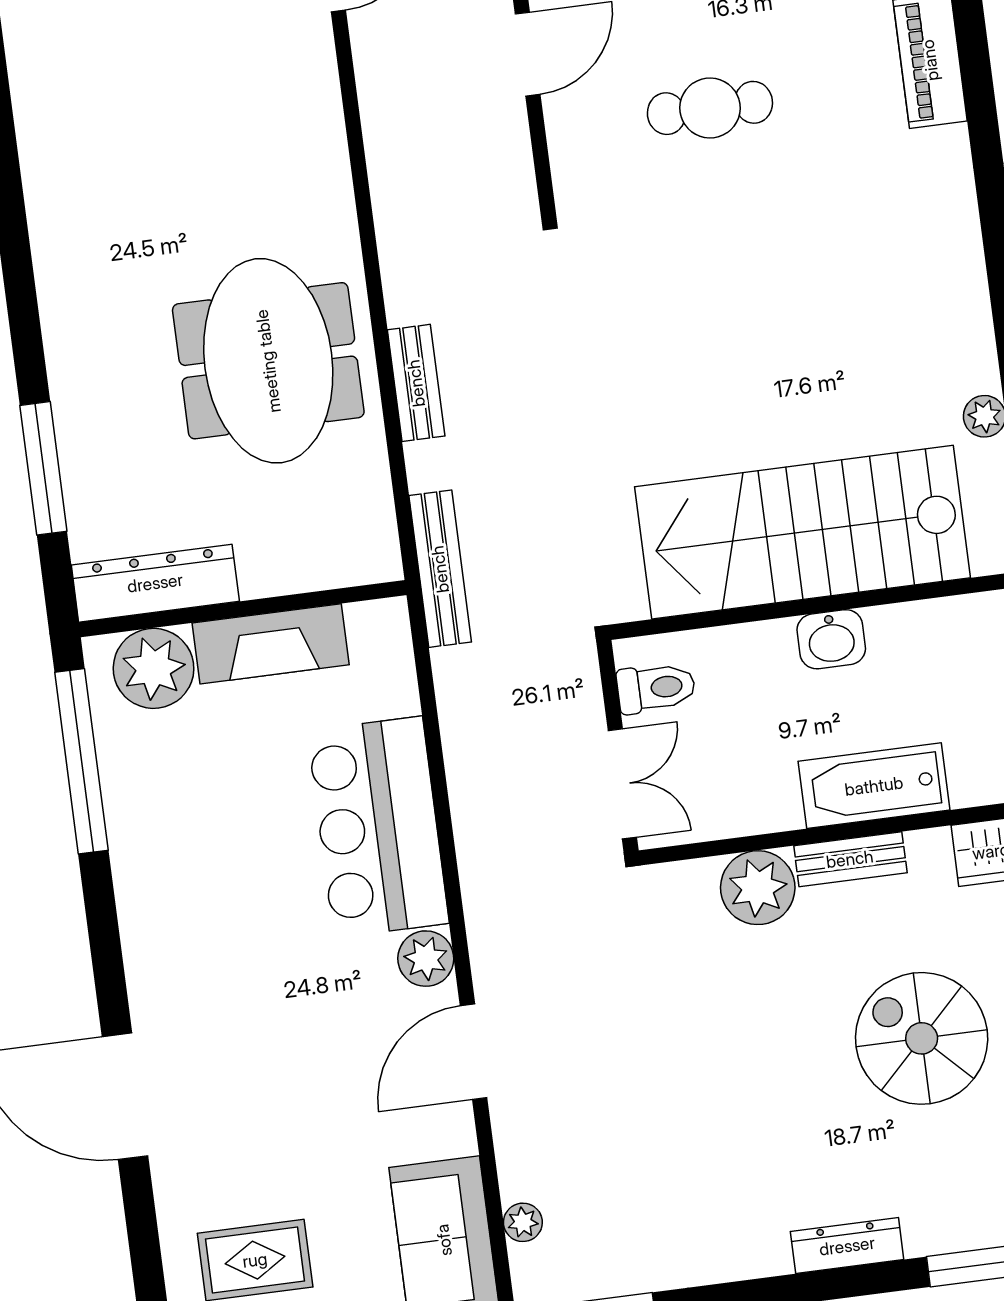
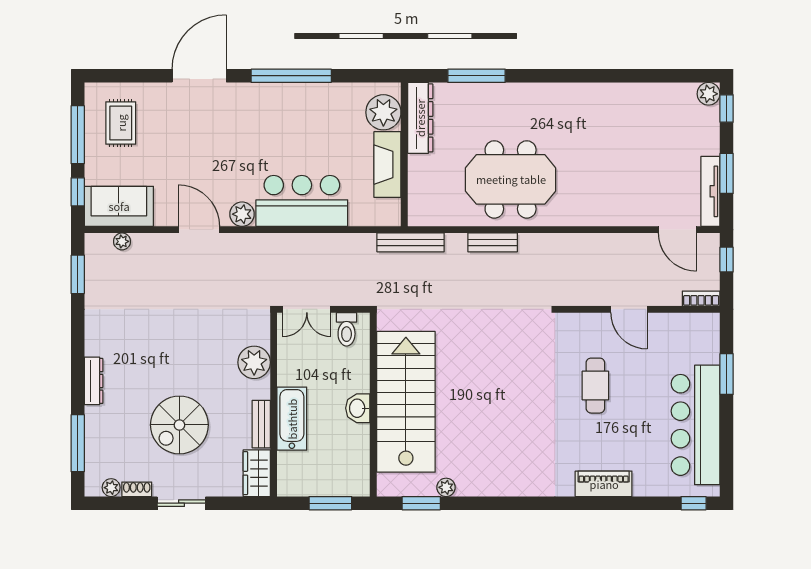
window: (81, 761) -> (291, 76), moved
bench: (850, 859) -> (261, 424), moved
spiral stairs: (922, 1038) -> (179, 425), turned 180

